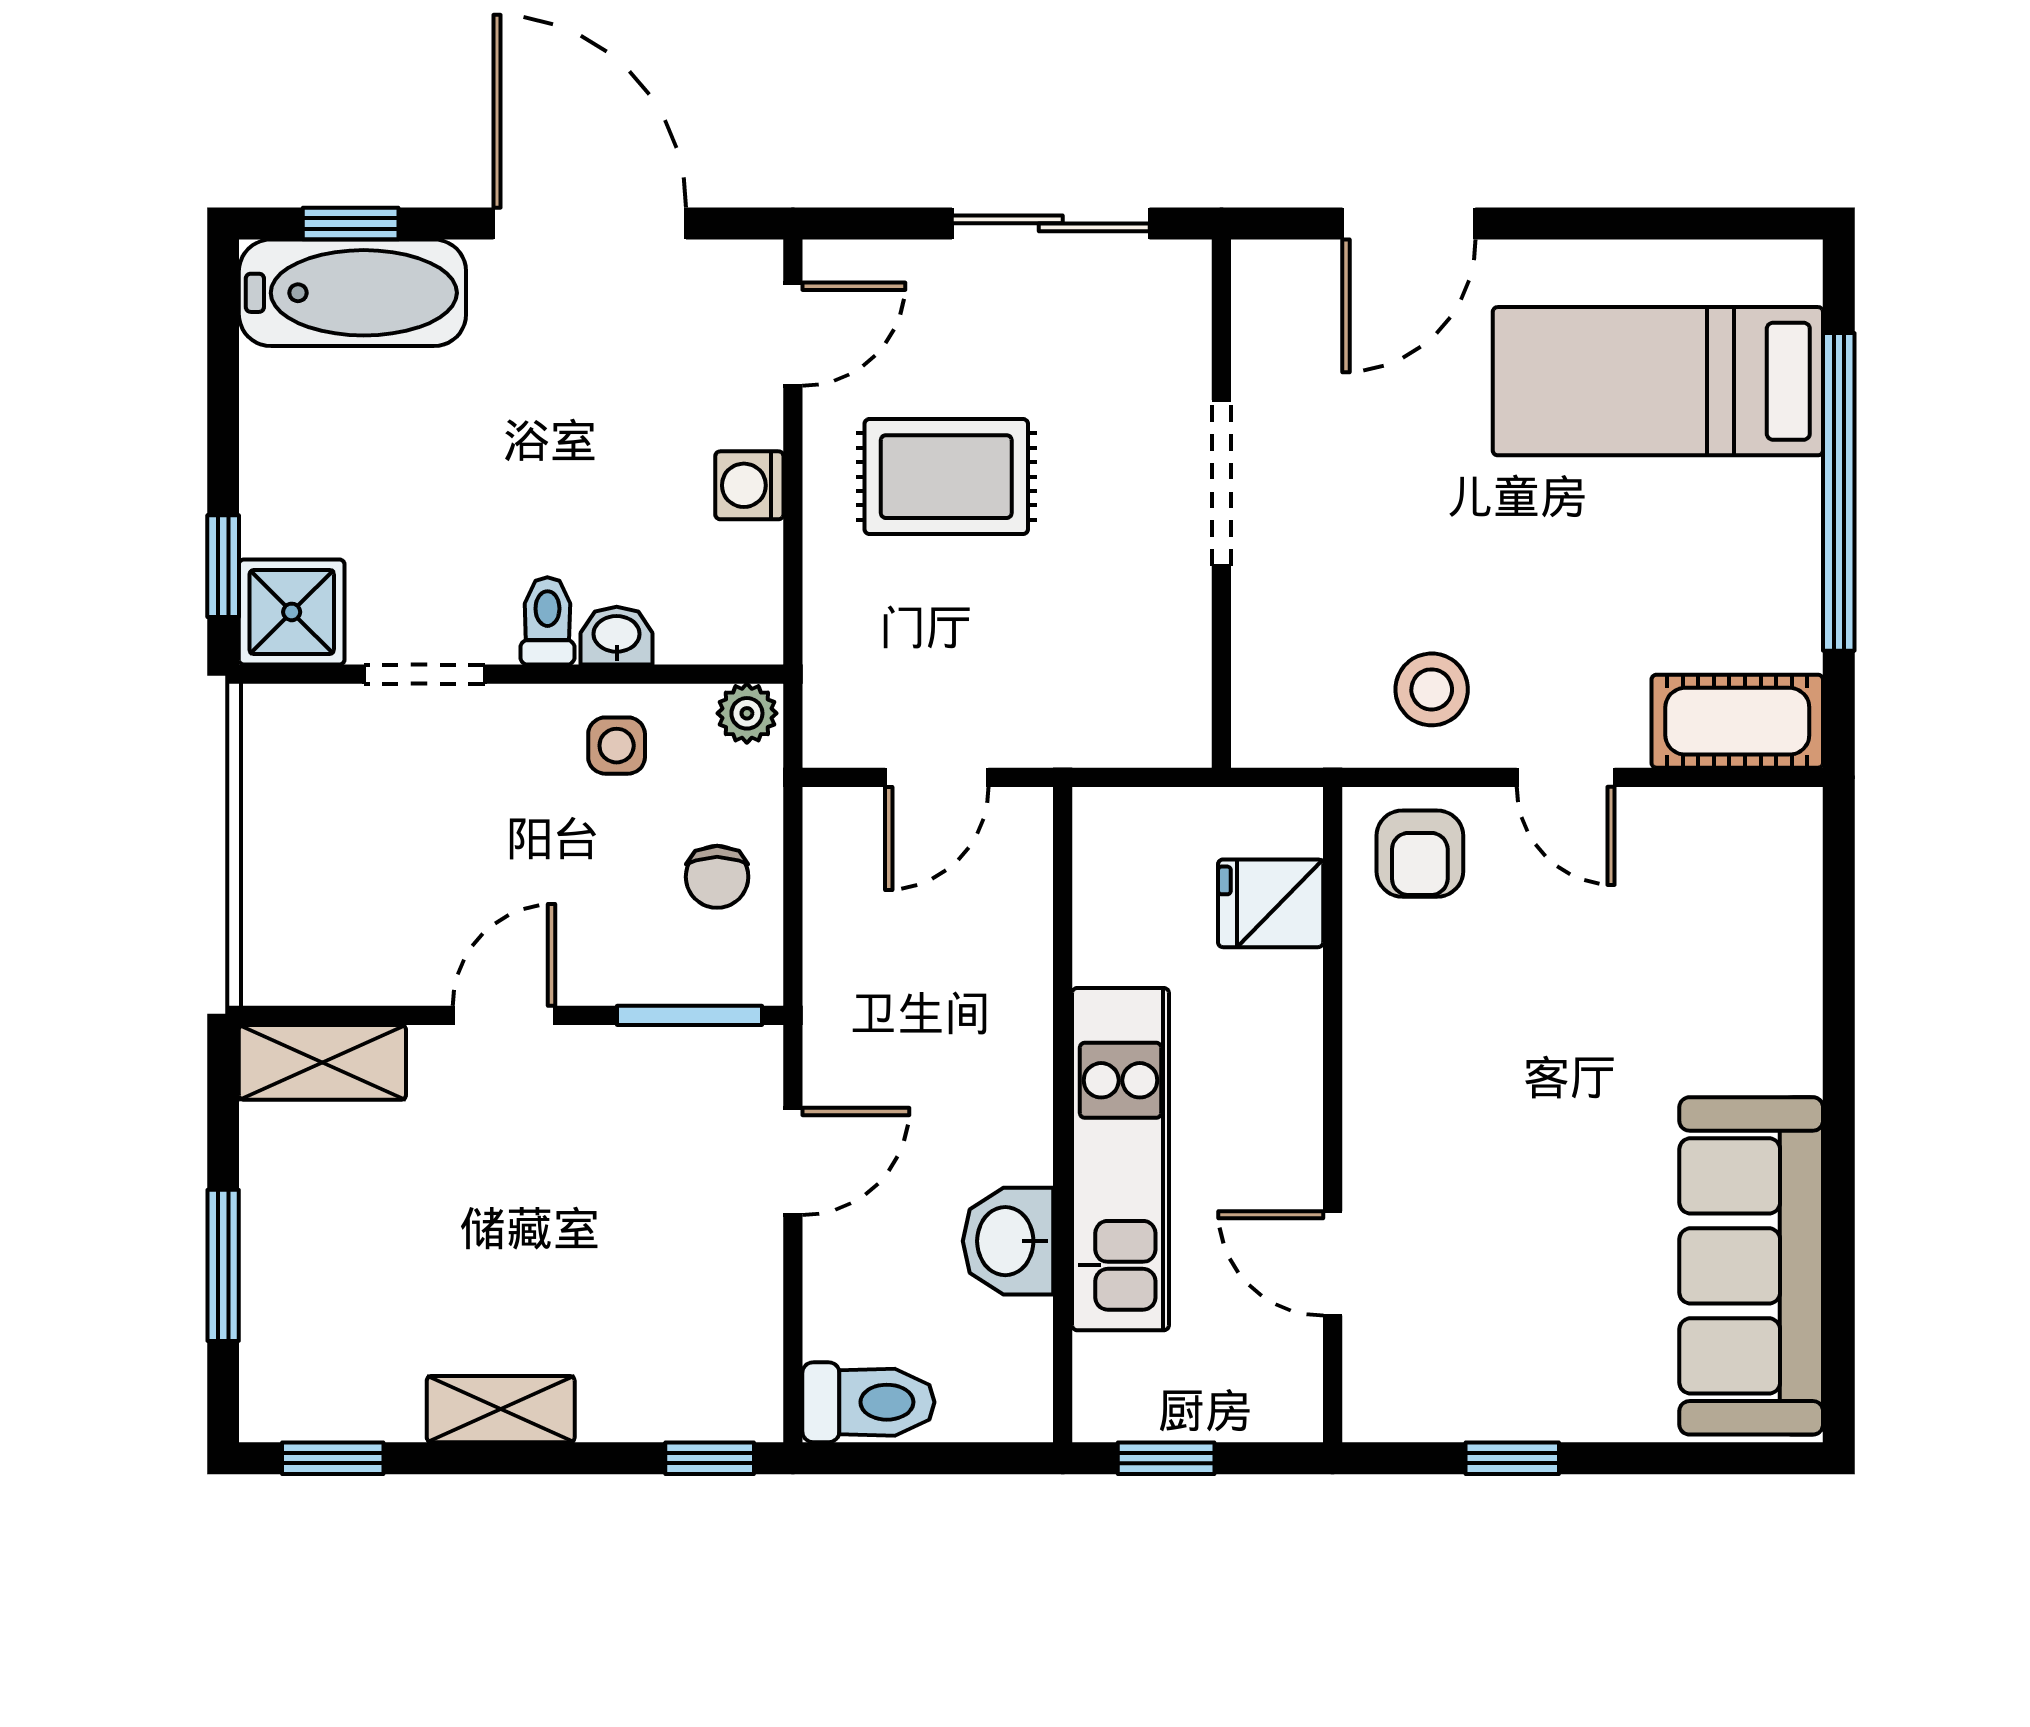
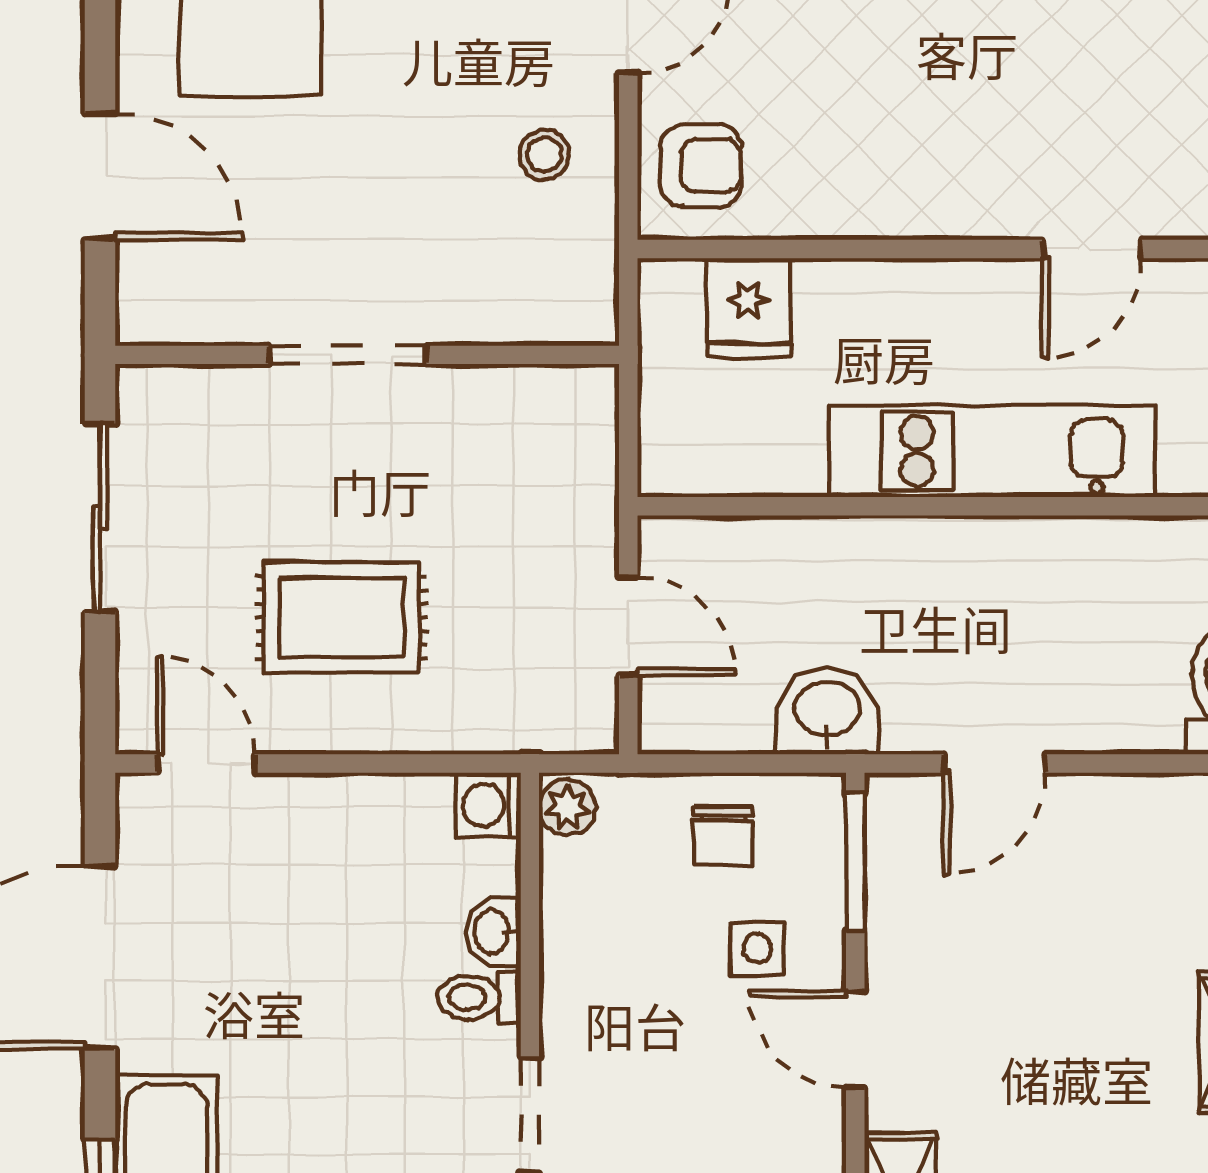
rug: (946, 477) -> (341, 617), turned 90
washing machine: (749, 485) -> (488, 805), moved, turned 90
stool: (1432, 689) -> (544, 154), width x0.73, depth x0.73
side table: (617, 746) -> (757, 948), moved
chair: (717, 877) -> (723, 836), turned 90
door: (793, 1161) -> (994, 763), swing flipped
washbasin: (1008, 1241) -> (827, 711), moved, turned 180

